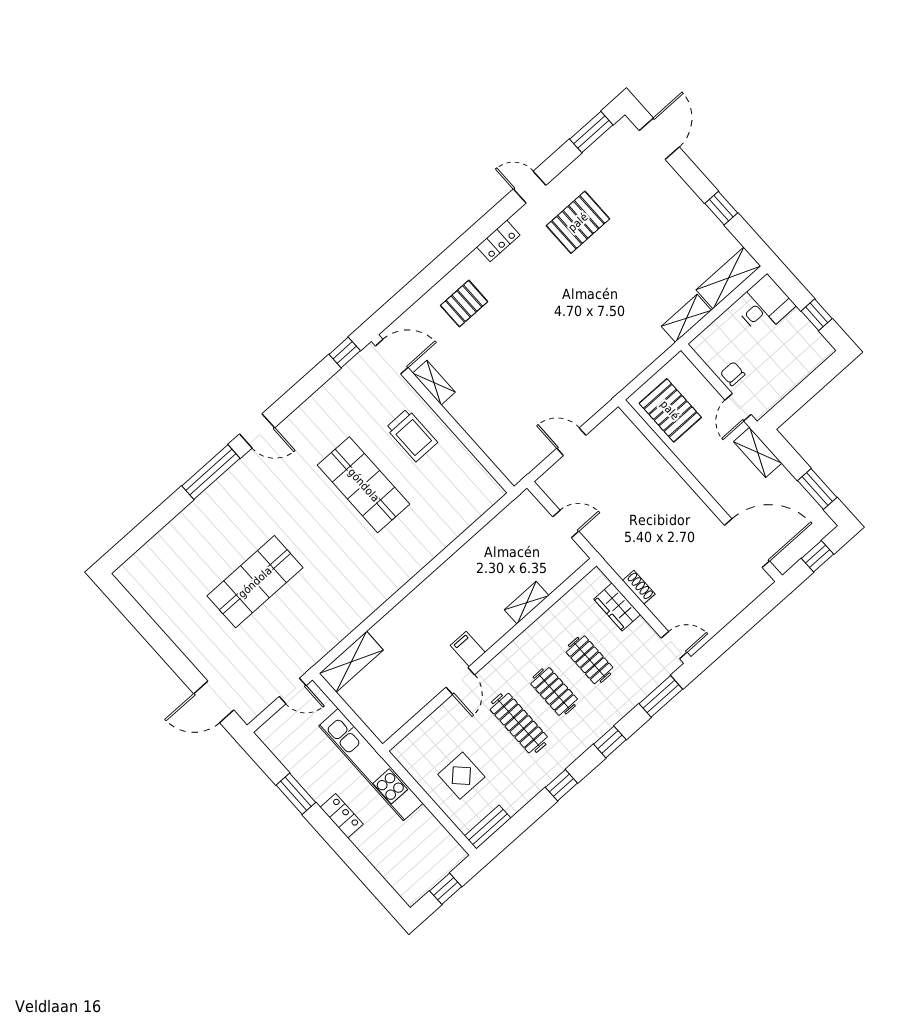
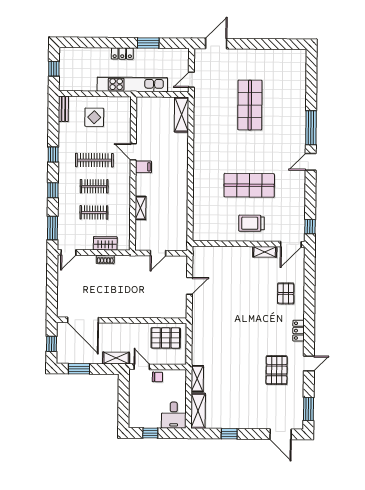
door: (747, 543) -> (83, 320), hinge flipped

